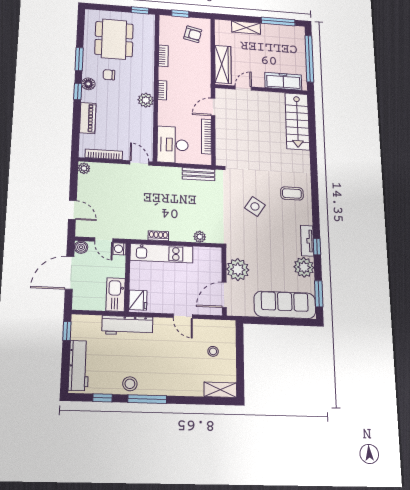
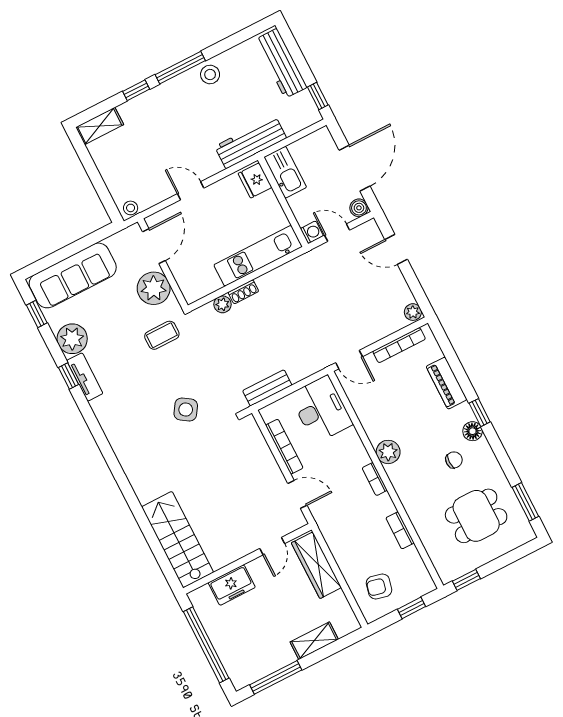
dining table: (114, 39) -> (476, 516), width x0.73
window: (79, 59) -> (525, 502), moved
freezer: (283, 81) -> (232, 585), width x0.71
door: (213, 107) -> (297, 494), hinge flipped
coffee table: (292, 193) -> (162, 335), moved
side table: (255, 206) -> (186, 410), moved
shoe rack: (158, 236) -> (243, 292), moved
window: (319, 294) -> (37, 314), width x0.67
stool: (213, 351) -> (131, 208), moved
window: (103, 398) -> (136, 90), moved

